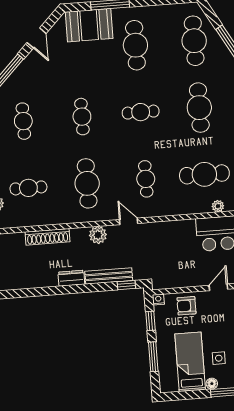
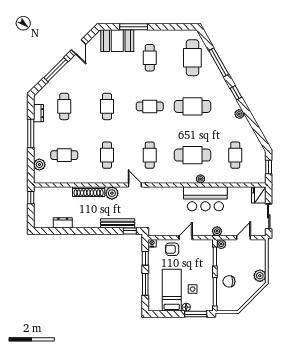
cafe table: (135, 45) -> (150, 58), width x0.73, depth x0.74
cafe table: (199, 108) -> (192, 106), turned 90
cafe table: (87, 183) -> (107, 155), width x0.73, depth x0.74
shoe rack: (47, 237) -> (89, 192), moved
dresser: (71, 278) -> (63, 223), moved
door: (218, 287) -> (186, 238), moved

